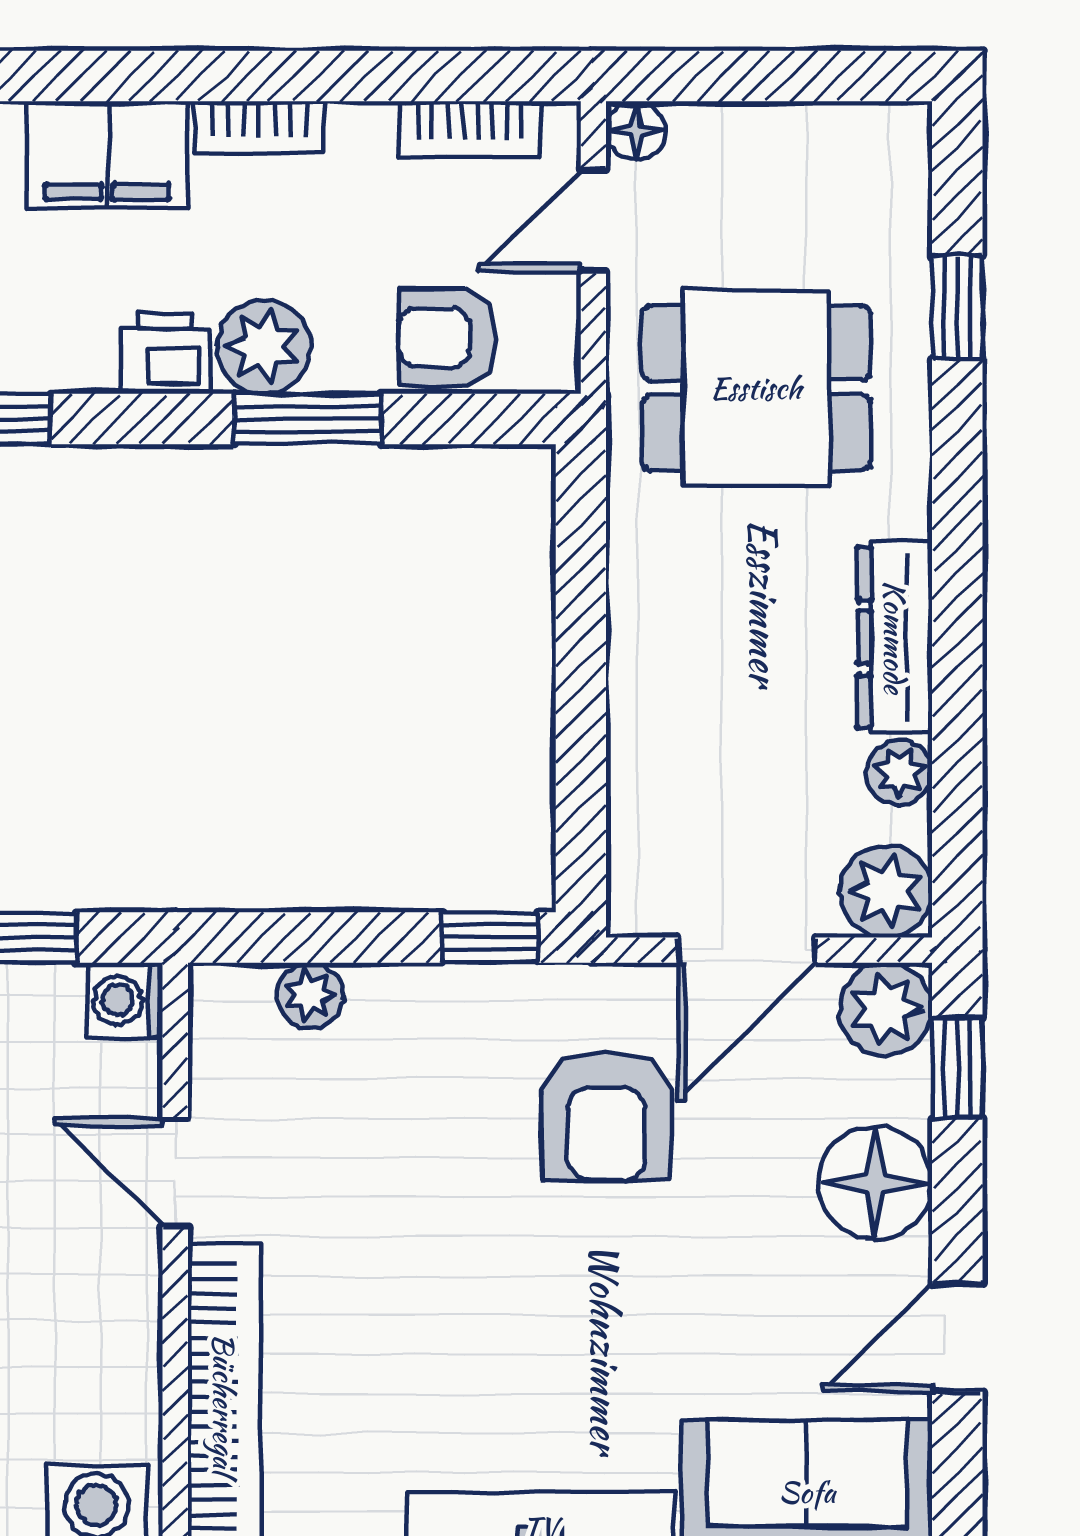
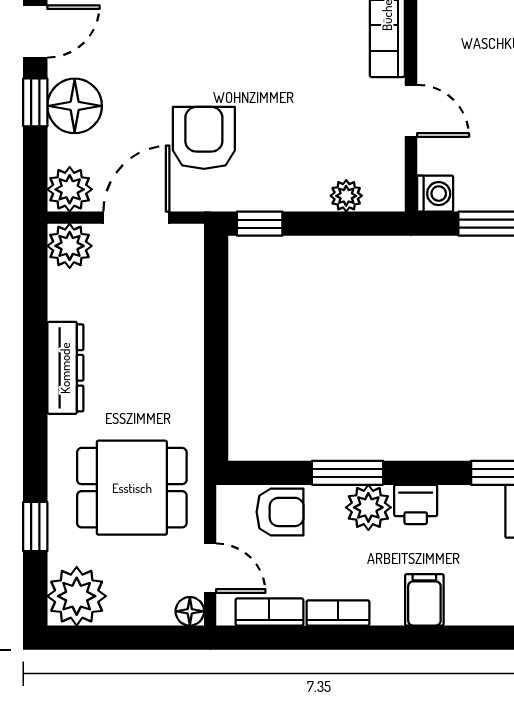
bookcase: (259, 127) -> (338, 613), moved
filing cabinet: (107, 155) -> (424, 600), width x0.50
door: (593, 221) -> (210, 568), hinge flipped
plant: (900, 772) -> (77, 596), moved, width x1.87, depth x1.87
window: (957, 1067) -> (35, 102), moved

